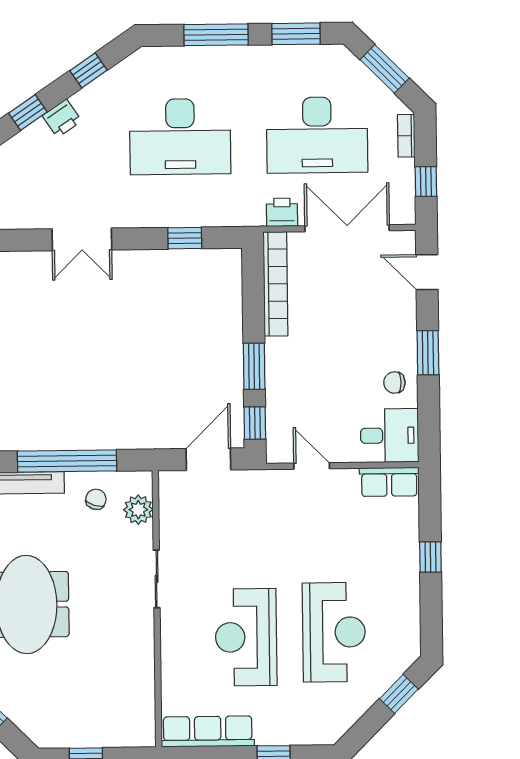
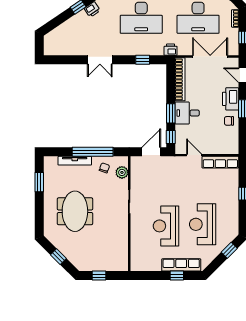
printer: (282, 212) -> (171, 50), moved
printer: (398, 329) -> (231, 99), added
desk: (390, 436) -> (187, 113), moved, turned 180
row of seats: (389, 482) -> (220, 162), width x1.48
reception desk: (334, 632) -> (203, 224), turned 180
row of seats: (208, 732) -> (181, 265), moved

